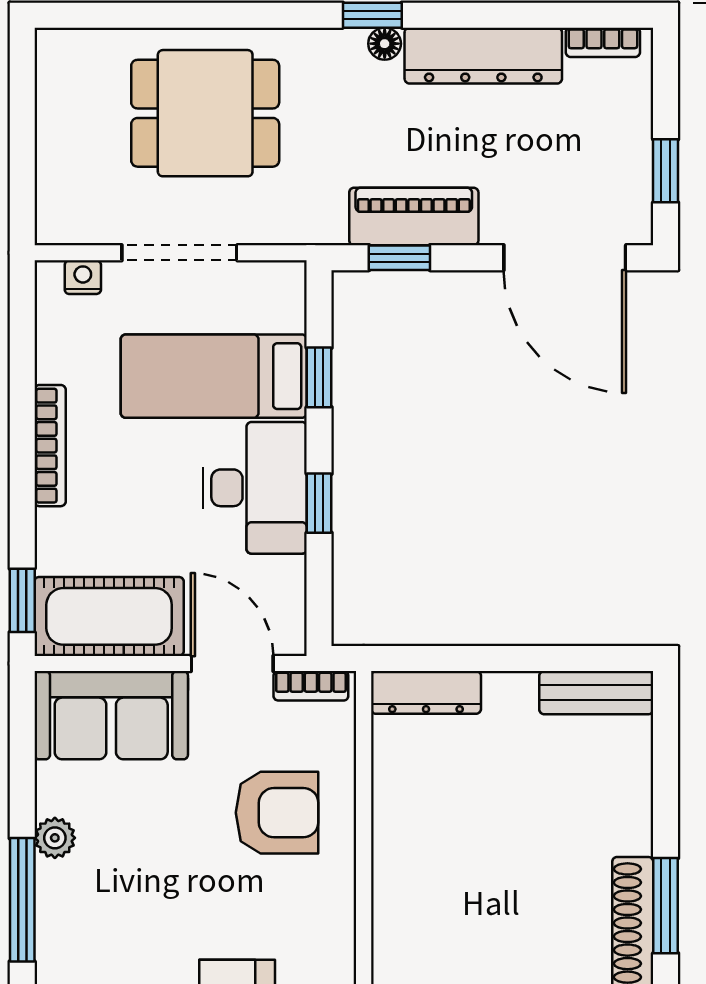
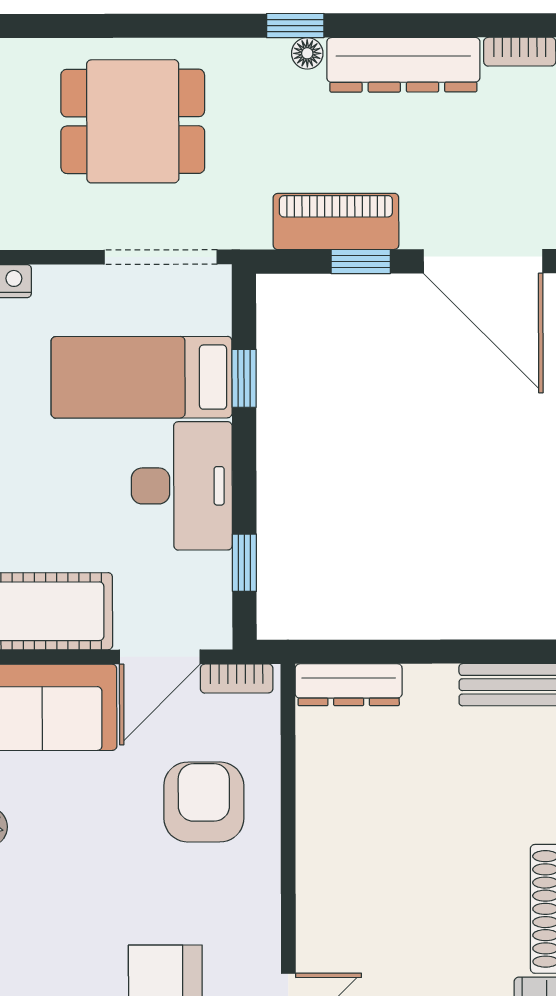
doorway: (179, 253) -> (161, 257), moved
window: (399, 258) -> (361, 262), moved
window: (319, 503) -> (244, 563), moved
door: (232, 663) -> (160, 657), swing flipped
armchair: (277, 813) -> (204, 802), turned -90

